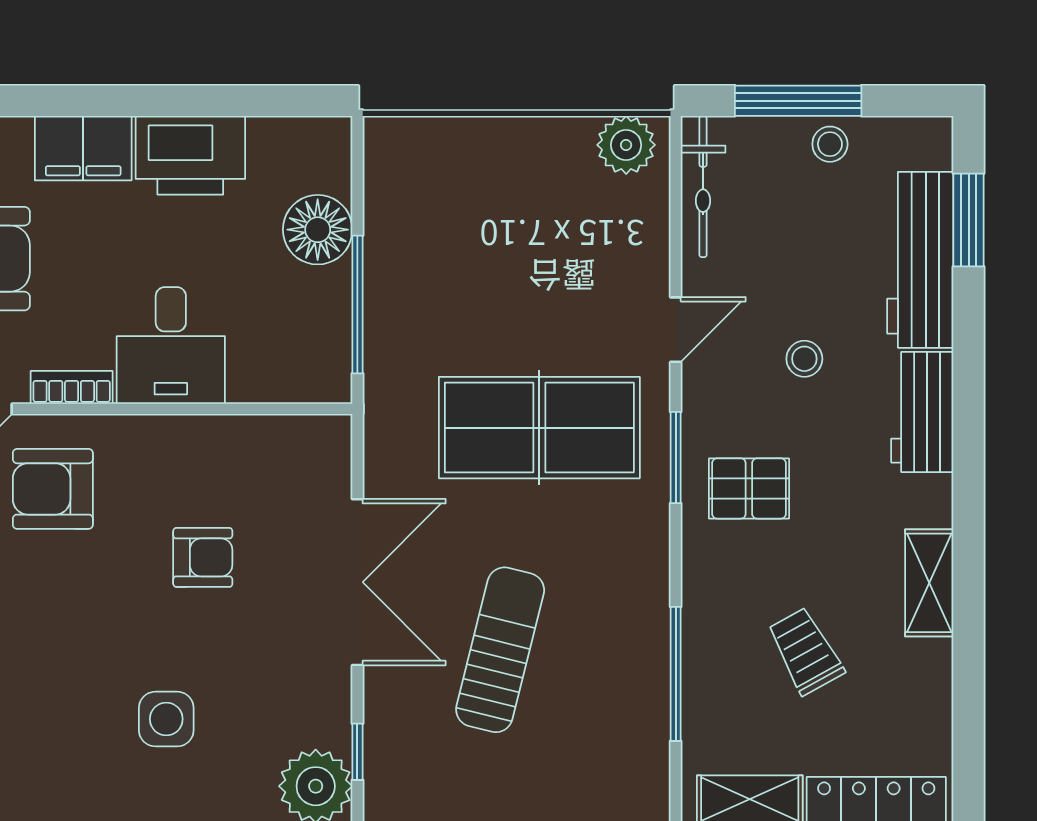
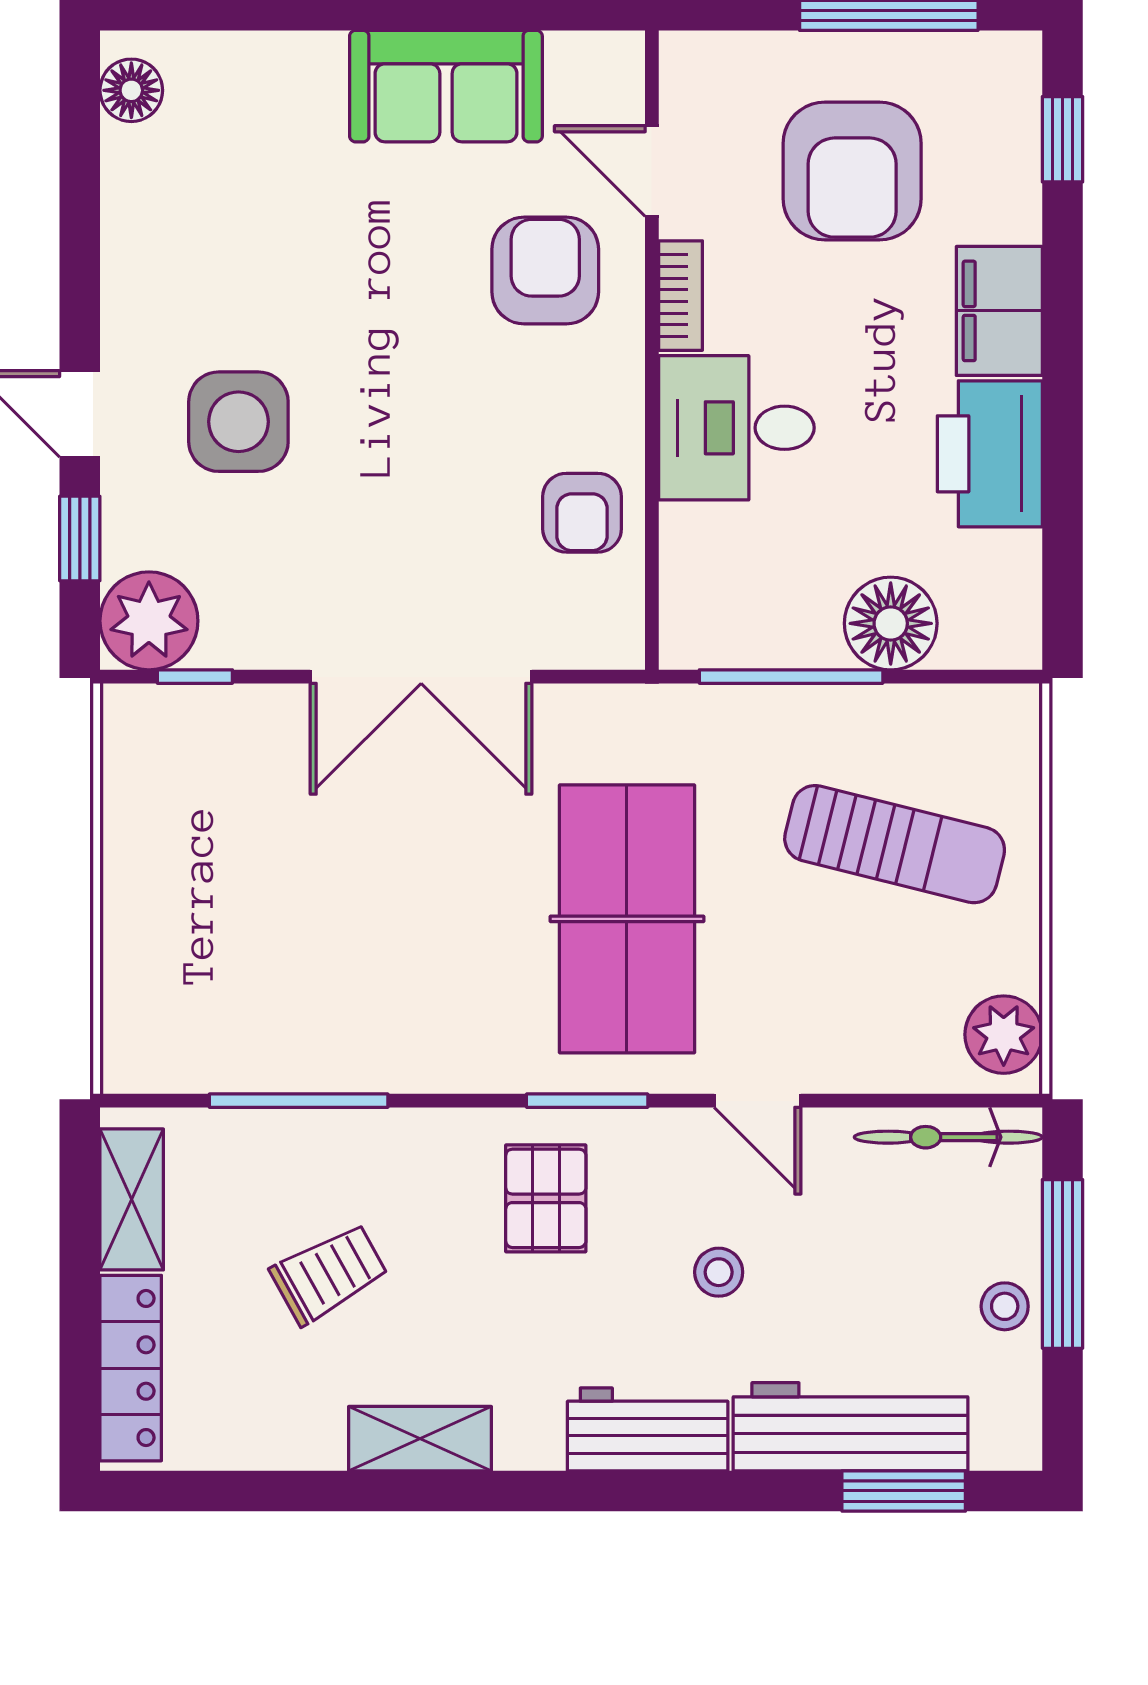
armchair: (203, 557) -> (582, 513), moved
sun lounger: (500, 650) -> (895, 844), moved
side table: (166, 719) -> (238, 422), width x1.37, depth x1.37

